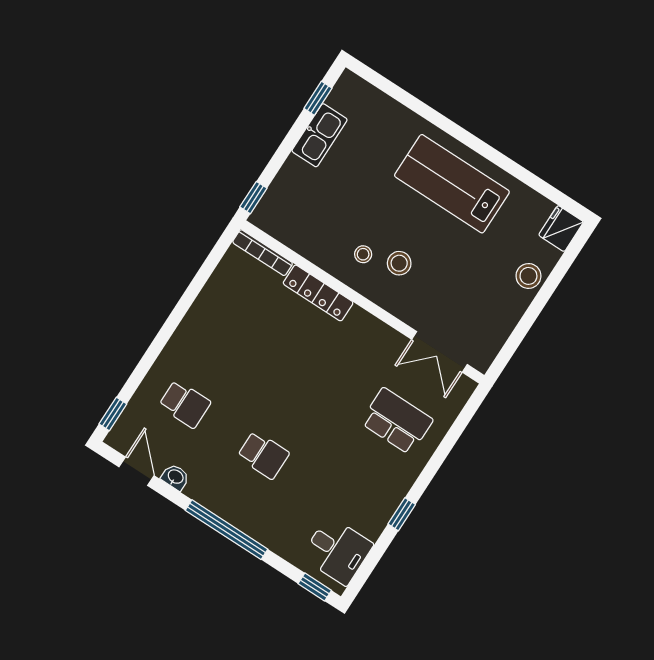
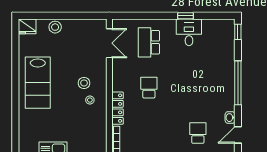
school desk: (263, 455) -> (149, 88), moved
desk: (337, 551) -> (189, 32), moved

